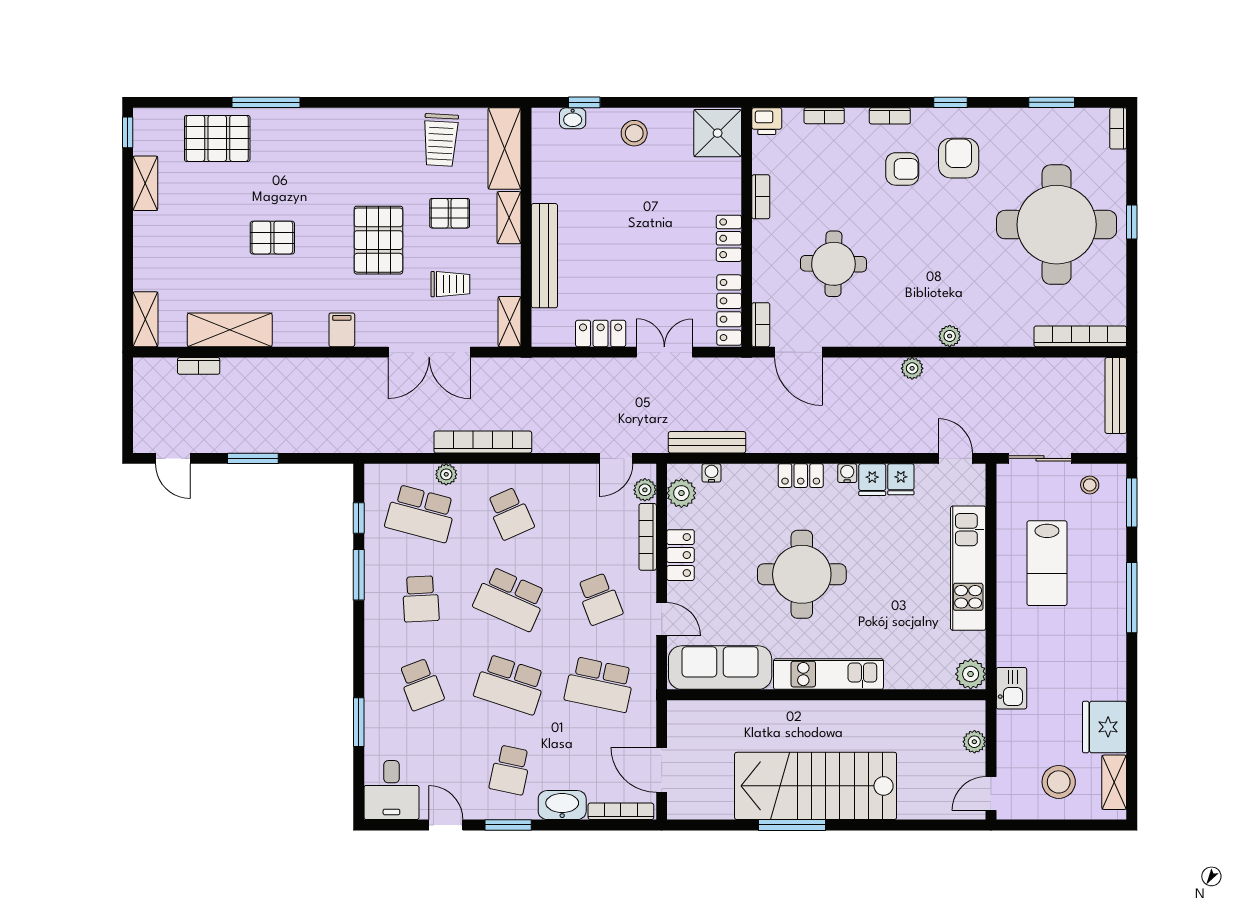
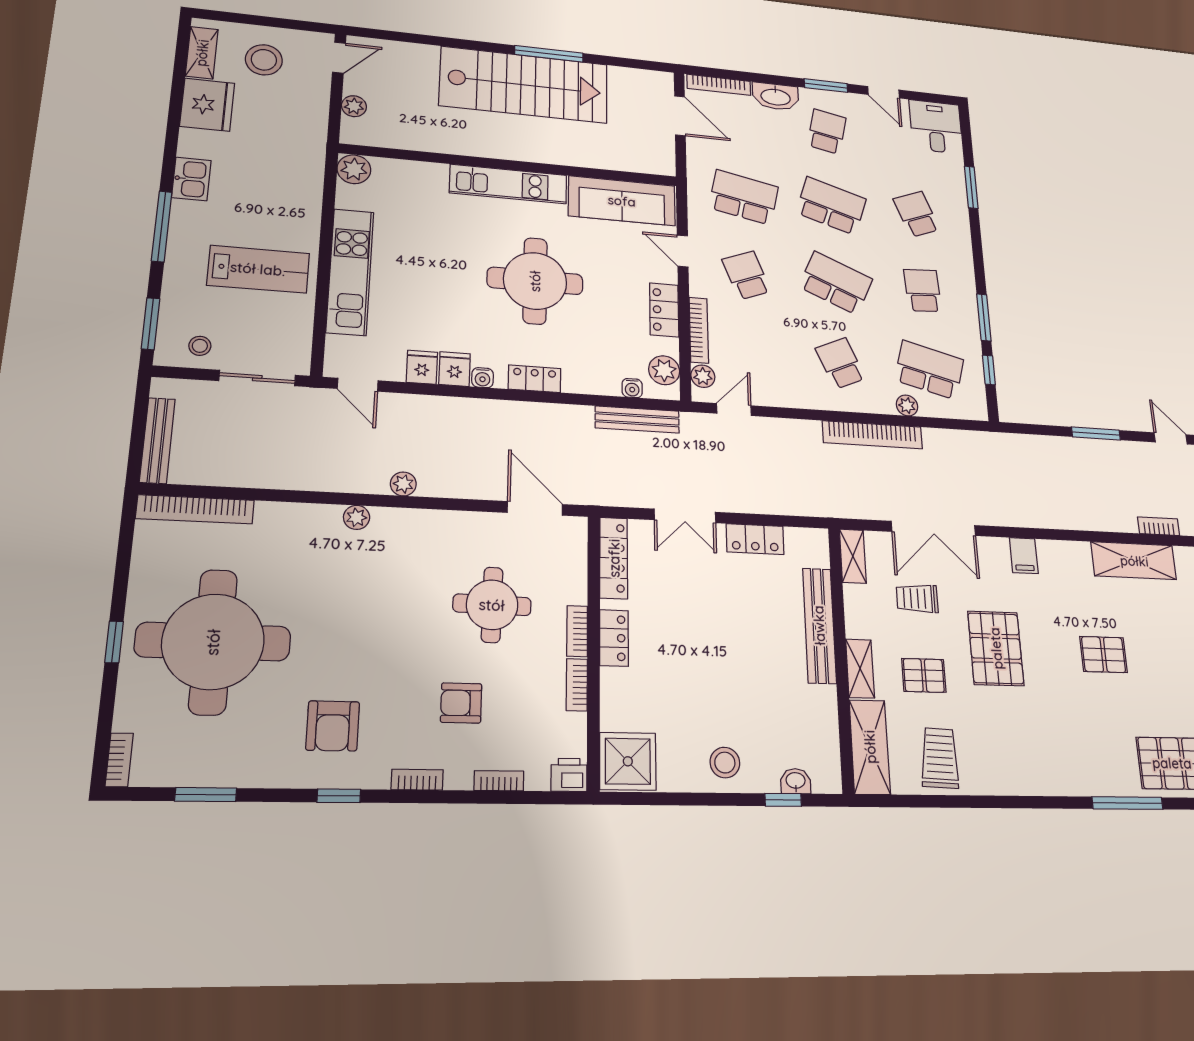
armchair: (902, 169) -> (461, 703), moved
bookcase: (761, 325) -> (577, 631), moved
double door: (429, 352) -> (934, 528), swing flipped
lab bench: (1047, 563) -> (258, 269), turned 90
kitchen sink: (1011, 688) -> (191, 179), moved, turned 180

